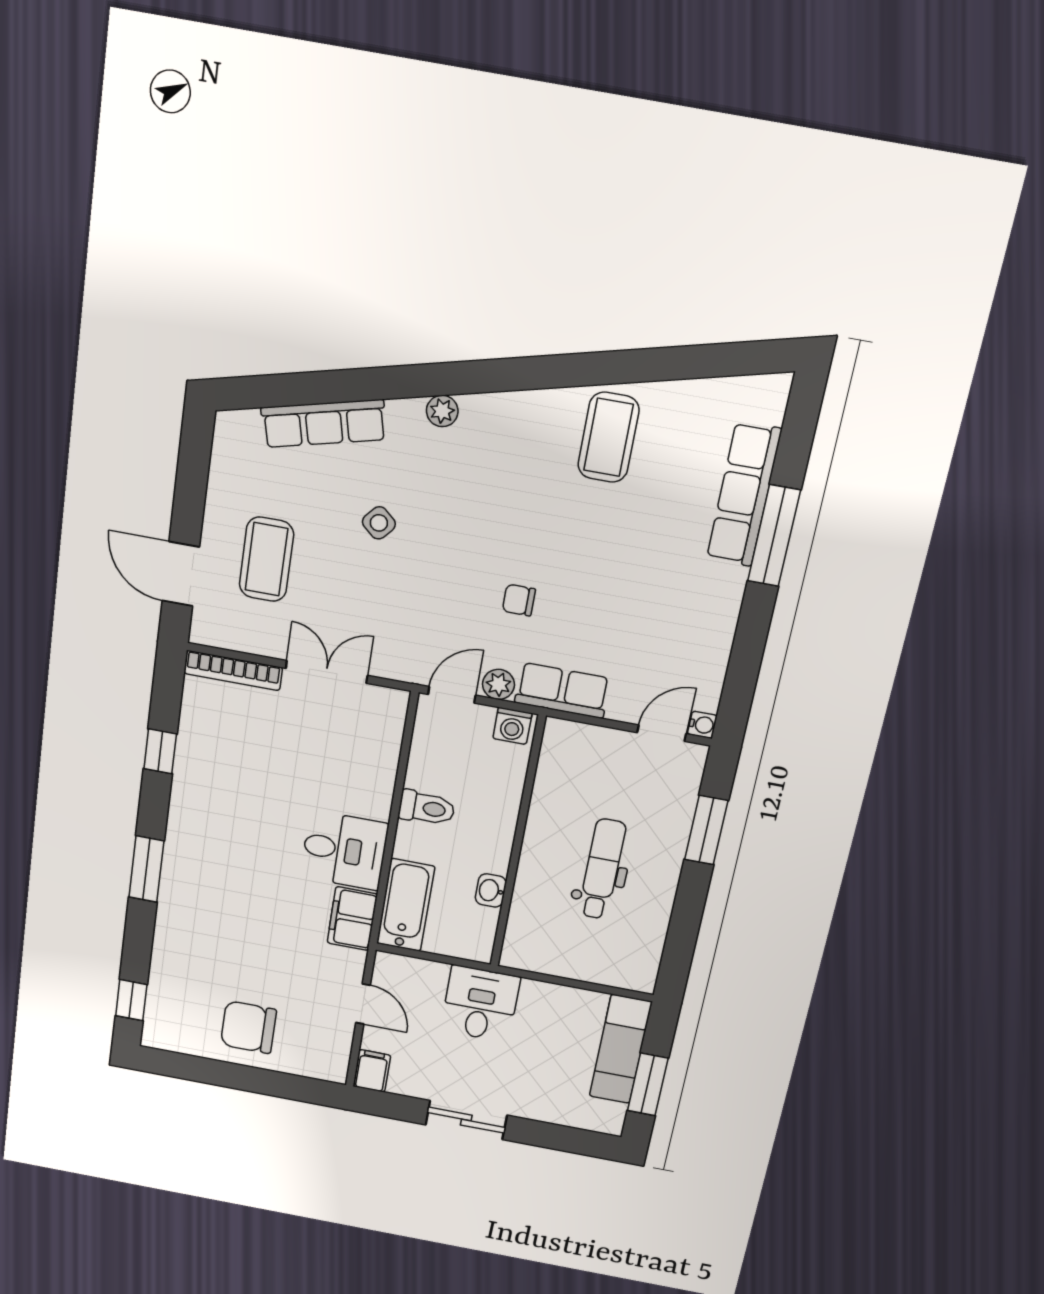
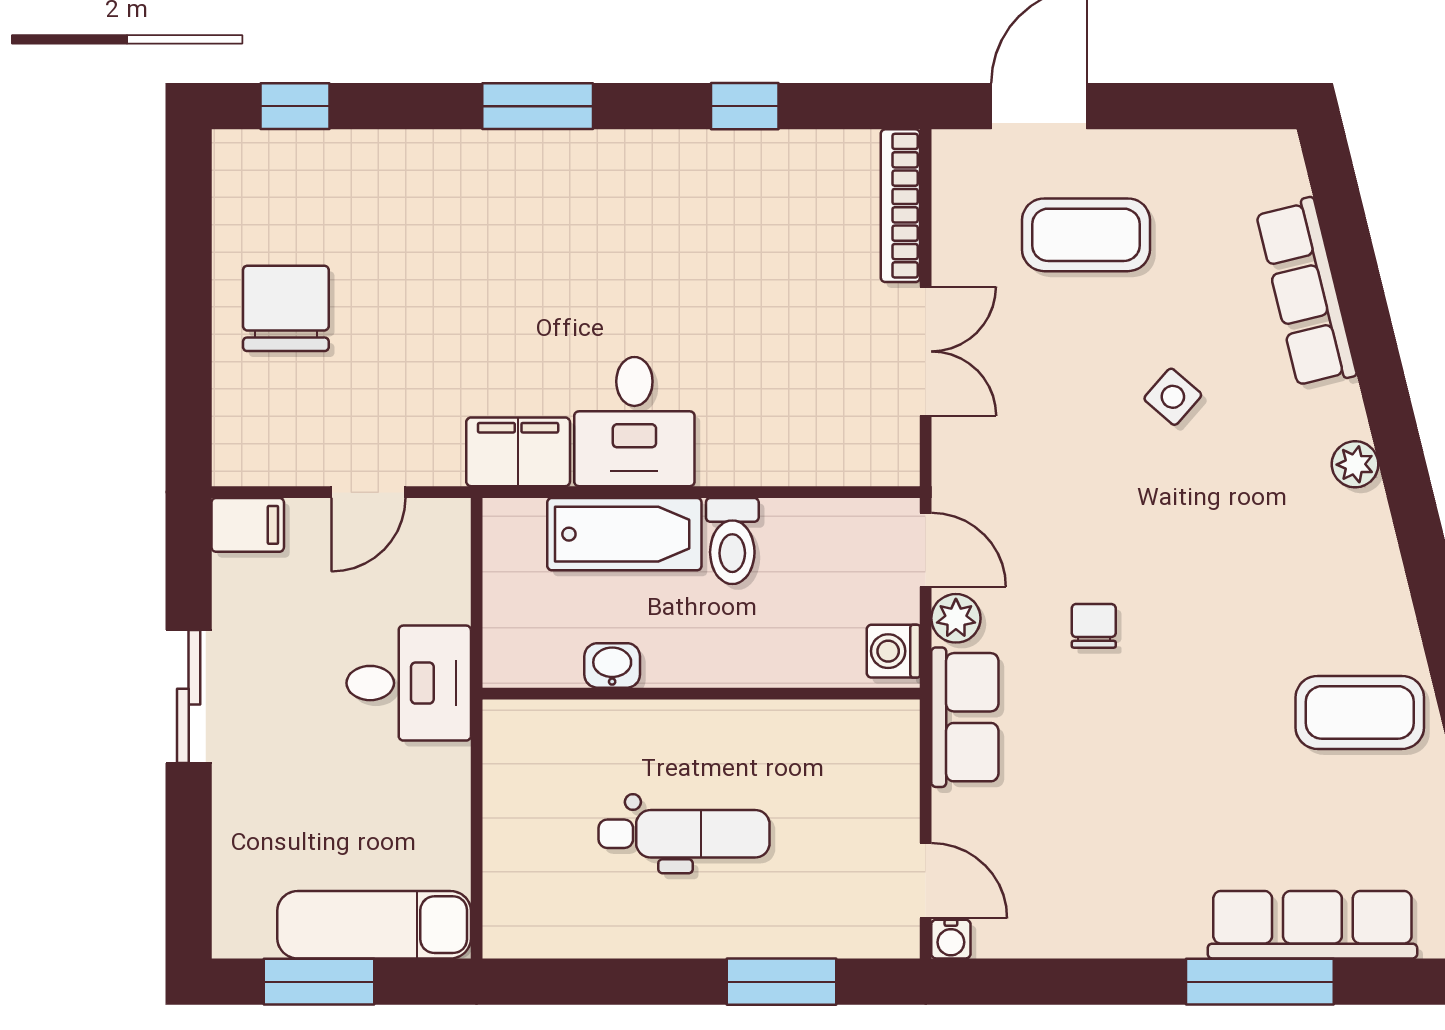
bathtub: (406, 905) -> (624, 534), moved

